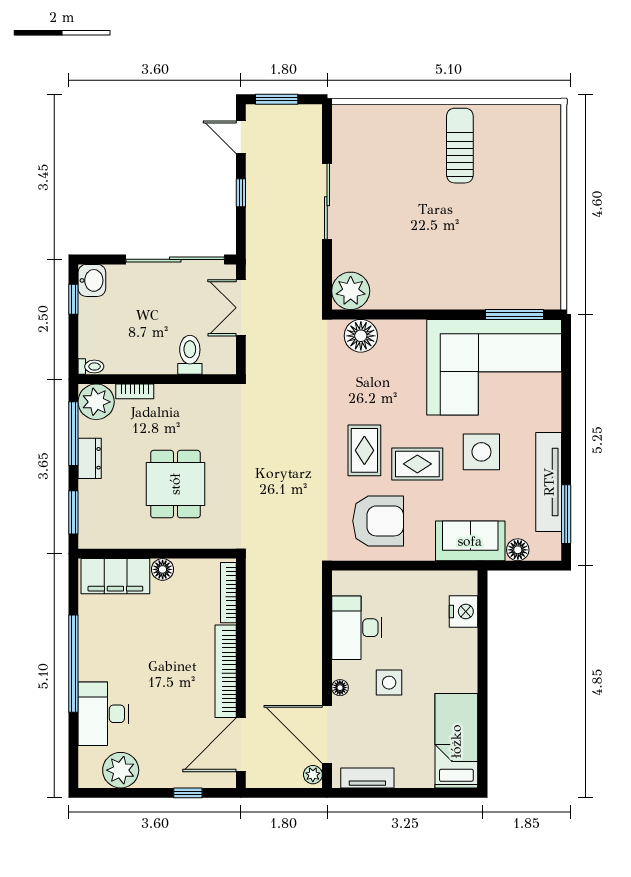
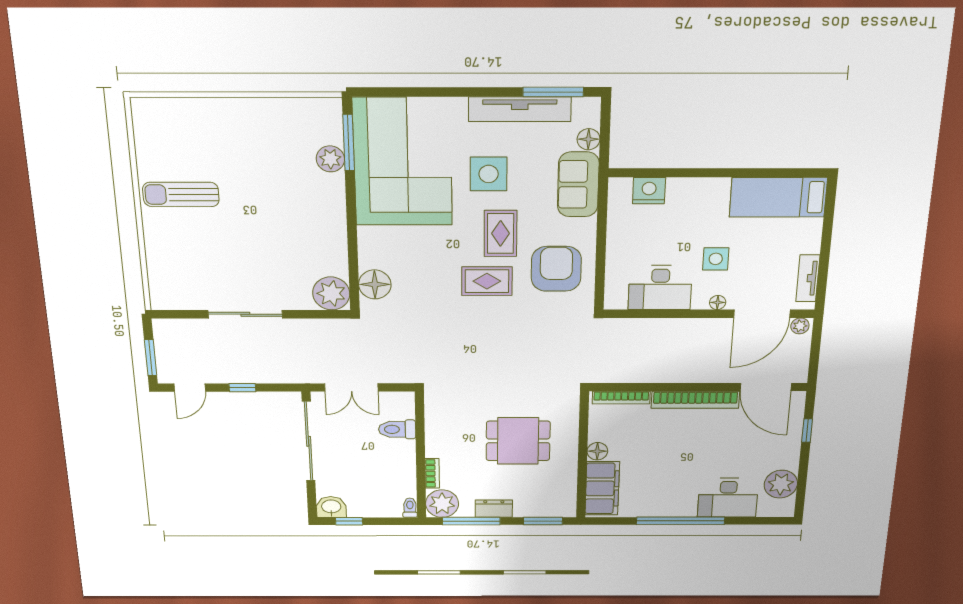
plant: (497, 296) -> (330, 159), added

